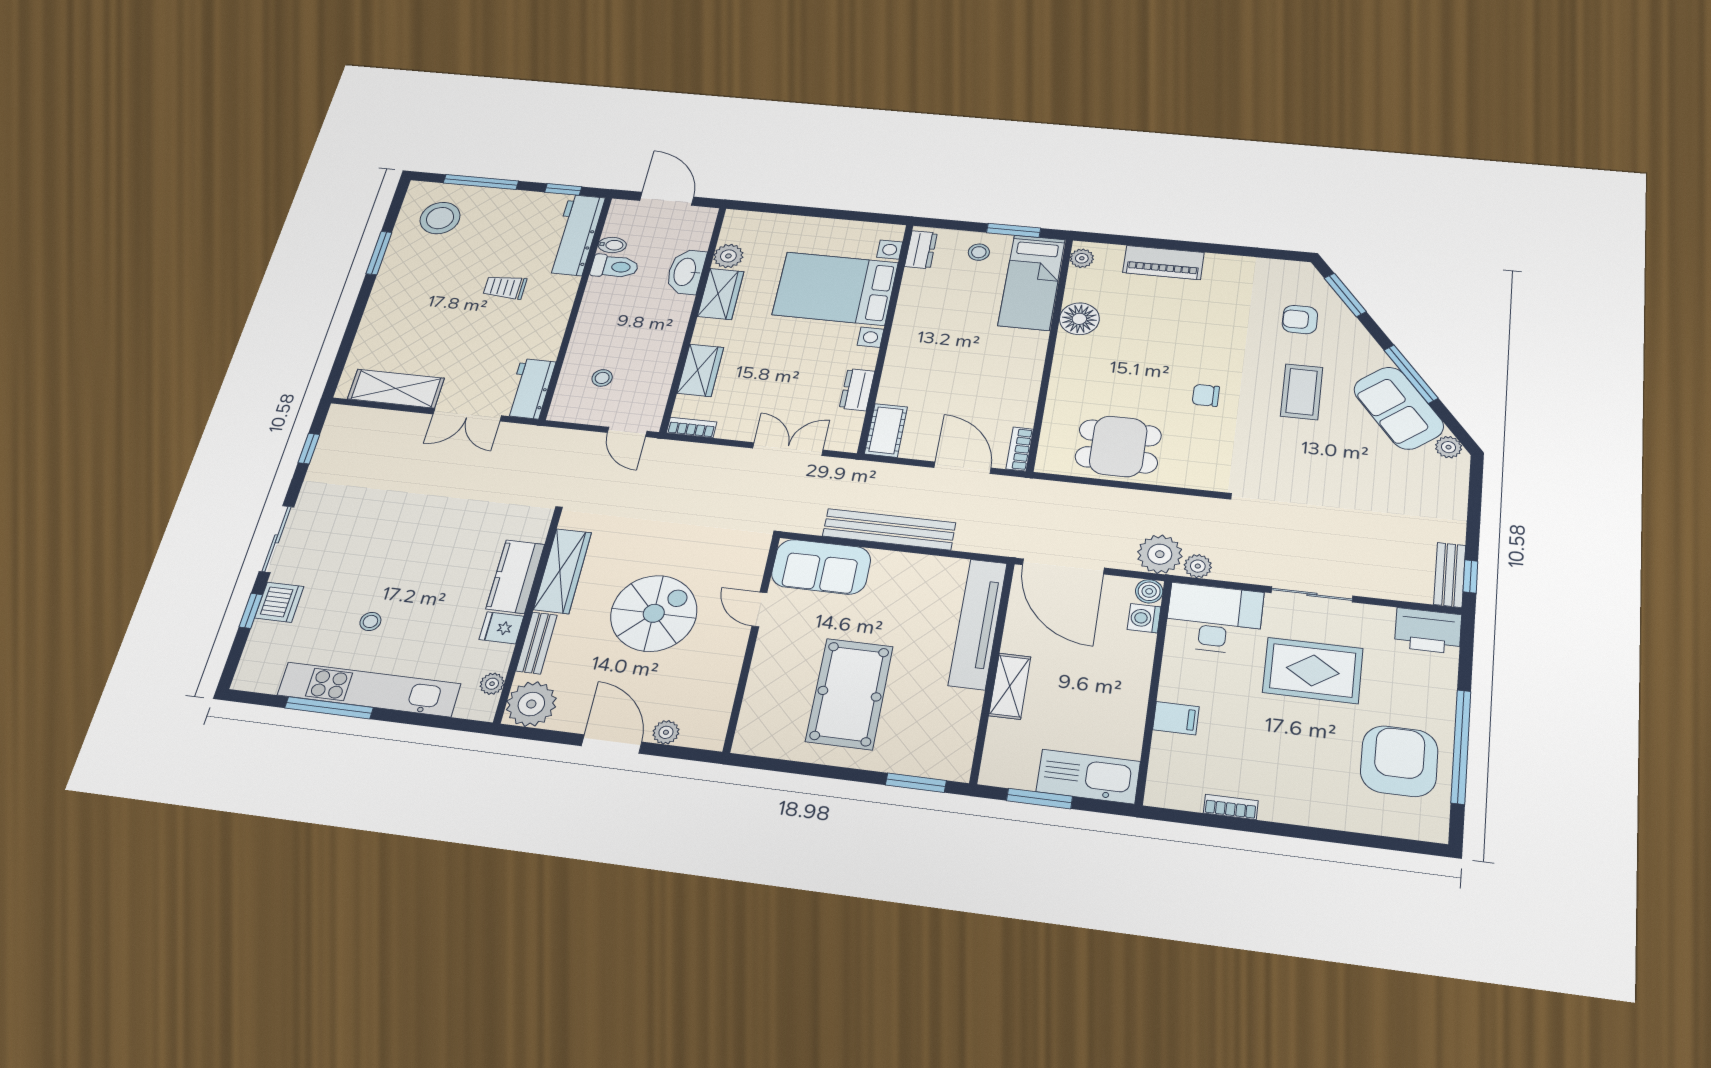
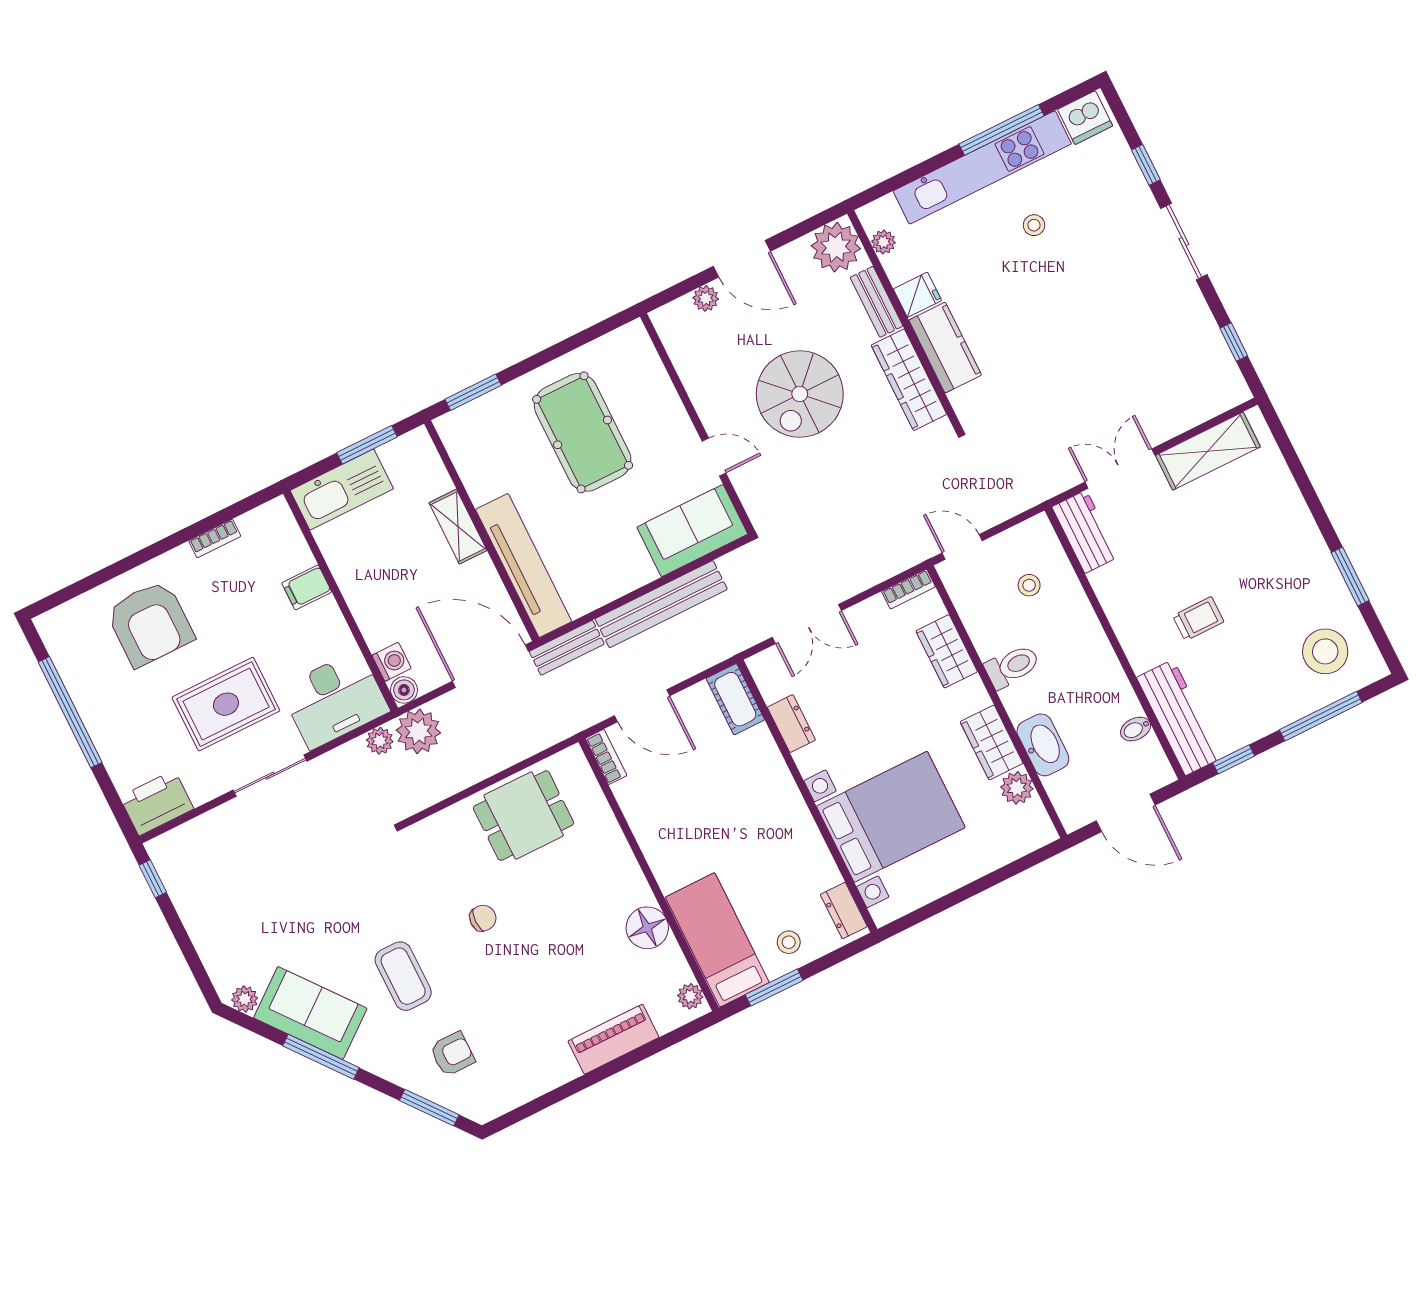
toilet: (615, 267) -> (1012, 666), moved, turned 180
bench: (1450, 575) -> (567, 648), moved, turned 90
dishwasher: (279, 602) -> (1085, 118), moved, turned -90
armchair: (1399, 761) -> (150, 623), moved

